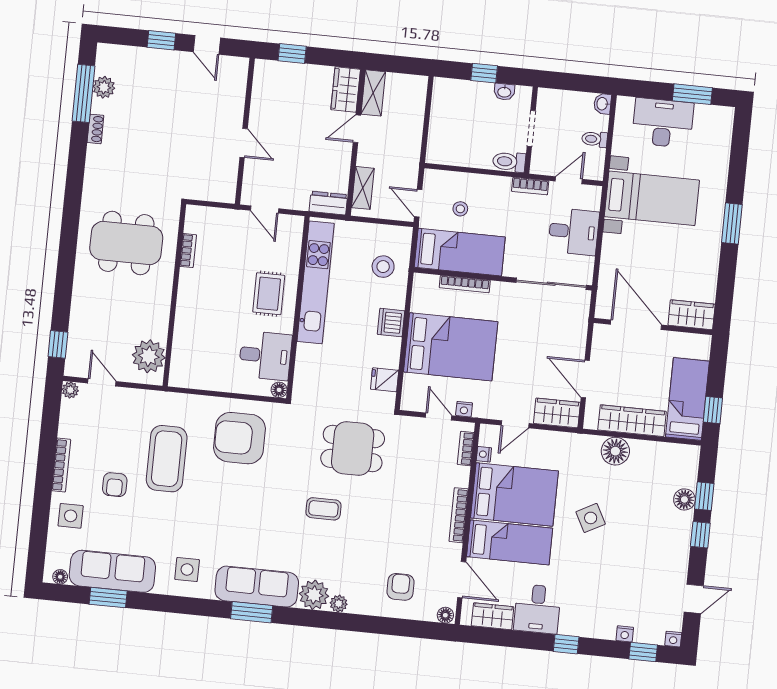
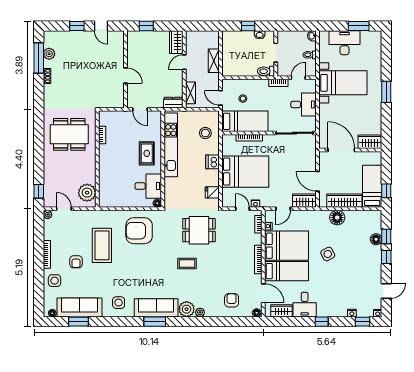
shelving: (373, 93) -> (214, 61), moved

